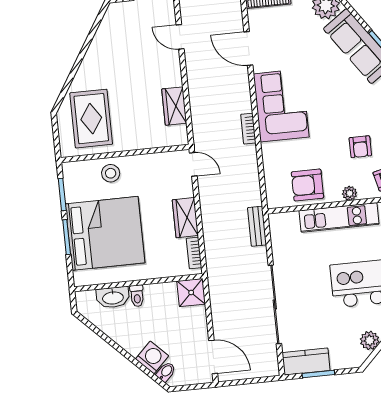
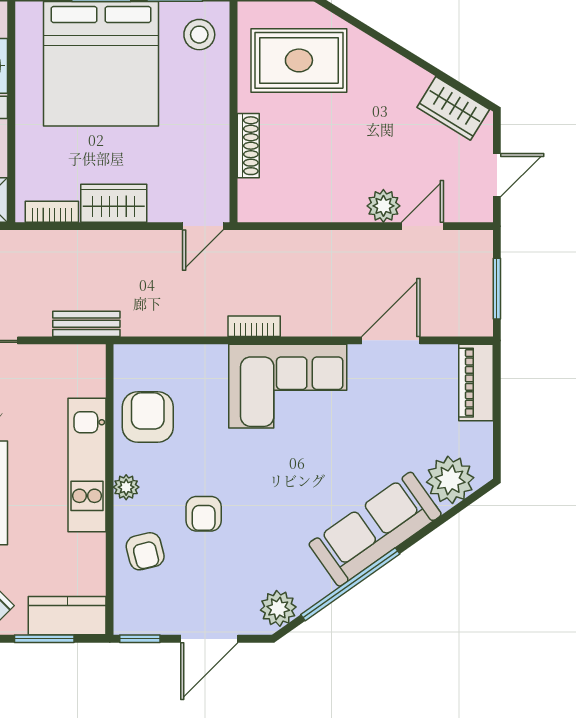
plant: (171, 61) -> (383, 206), added
wardrobe: (174, 106) -> (453, 108), moved, turned -148
shoe rack: (144, 143) -> (248, 146), added
armchair: (360, 147) -> (204, 514), turned -90
stool: (111, 173) -> (199, 35), moved

